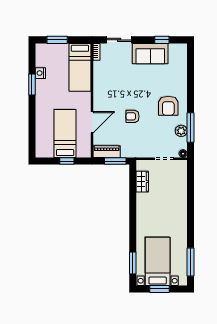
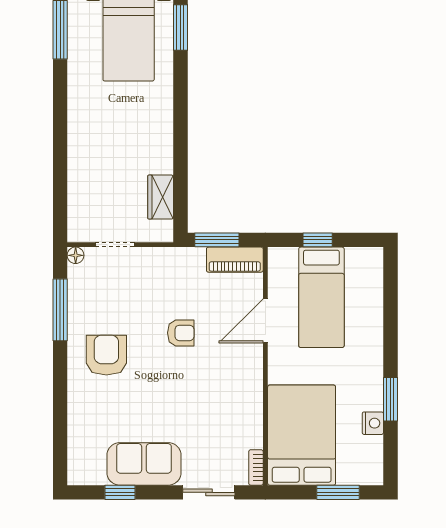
bed: (80, 67) -> (302, 435), width x1.50
plant: (181, 131) -> (79, 303), removed

